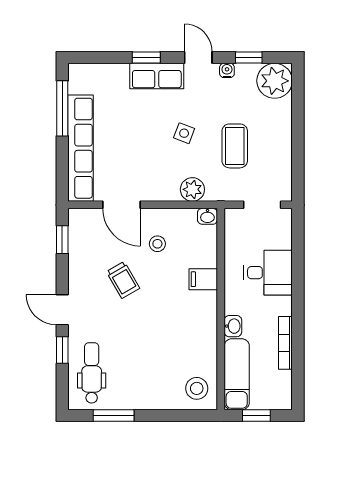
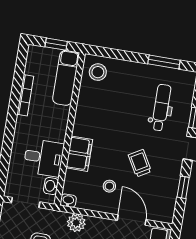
window: (62, 240) -> (183, 187), moved
desk: (268, 273) -> (44, 158), moved, turned 180
filing cabinet: (203, 279) -> (79, 154), width x2.00
washbasin: (233, 326) -> (51, 186), moved
dental chair: (92, 373) -> (161, 108), moved, turned 180

